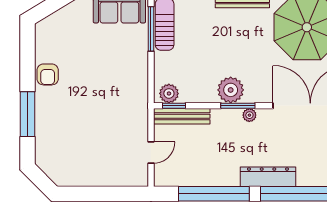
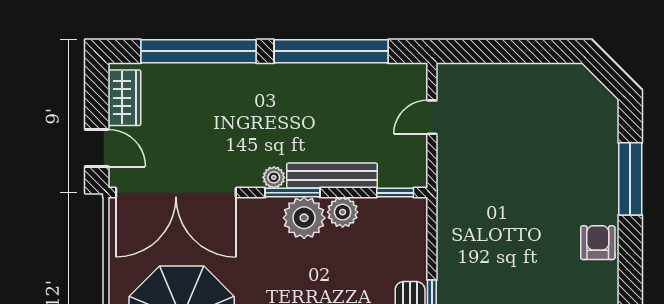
plant: (169, 93) -> (343, 212), moved
bench: (182, 116) -> (332, 176), moved
dresser: (268, 177) -> (244, 78), removed

